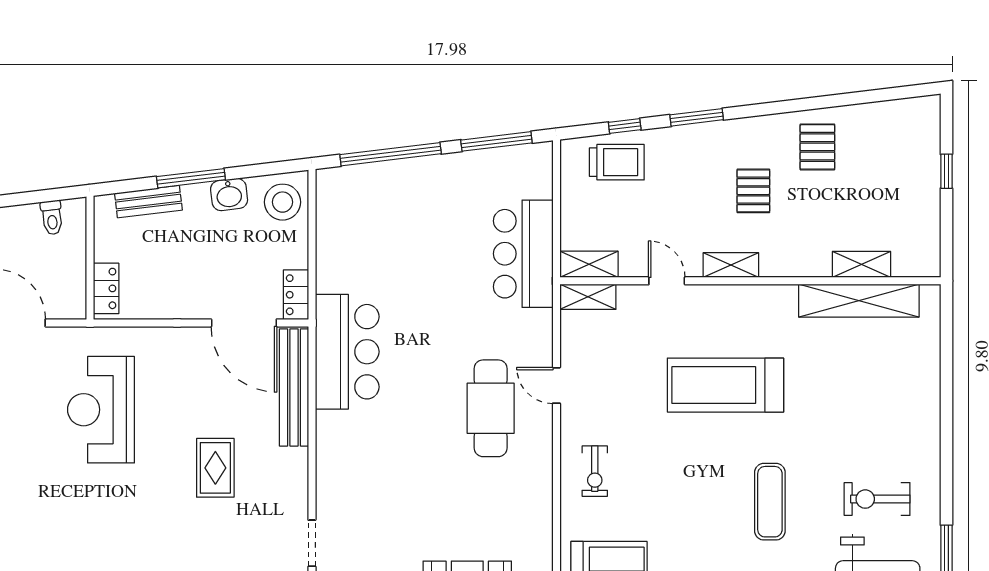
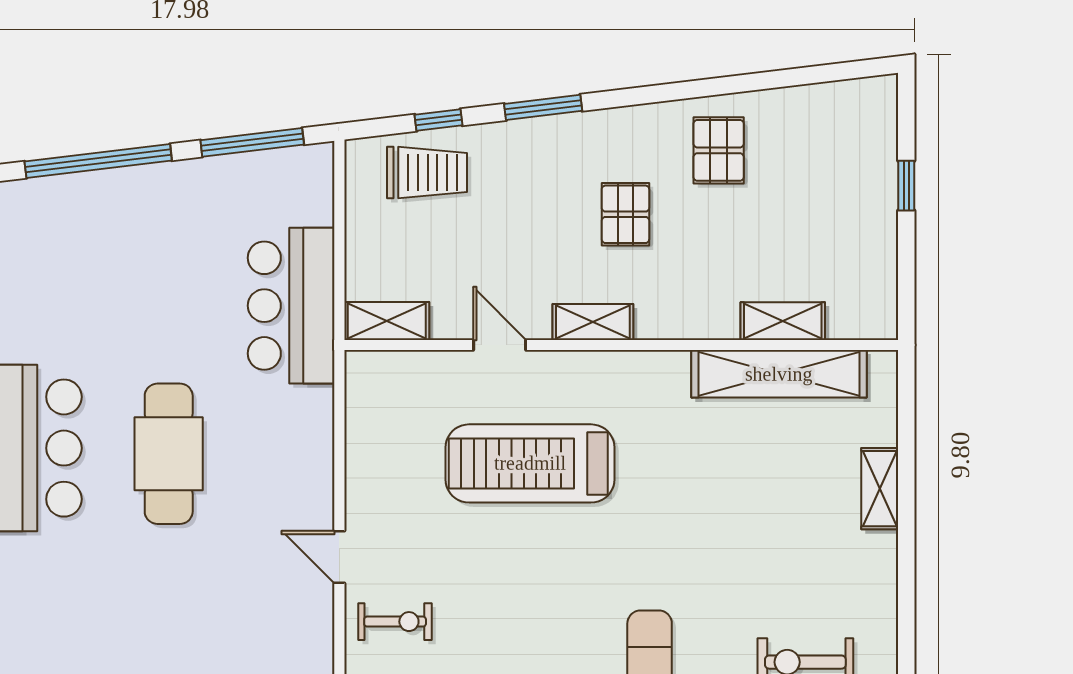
shelving: (588, 297) -> (880, 489), moved, turned 90
door: (556, 385) -> (339, 557), moved
treadmill: (725, 385) -> (530, 463), moved
cafe table: (491, 408) -> (169, 454), moved
exercise bike: (595, 471) -> (395, 622), turned -90

